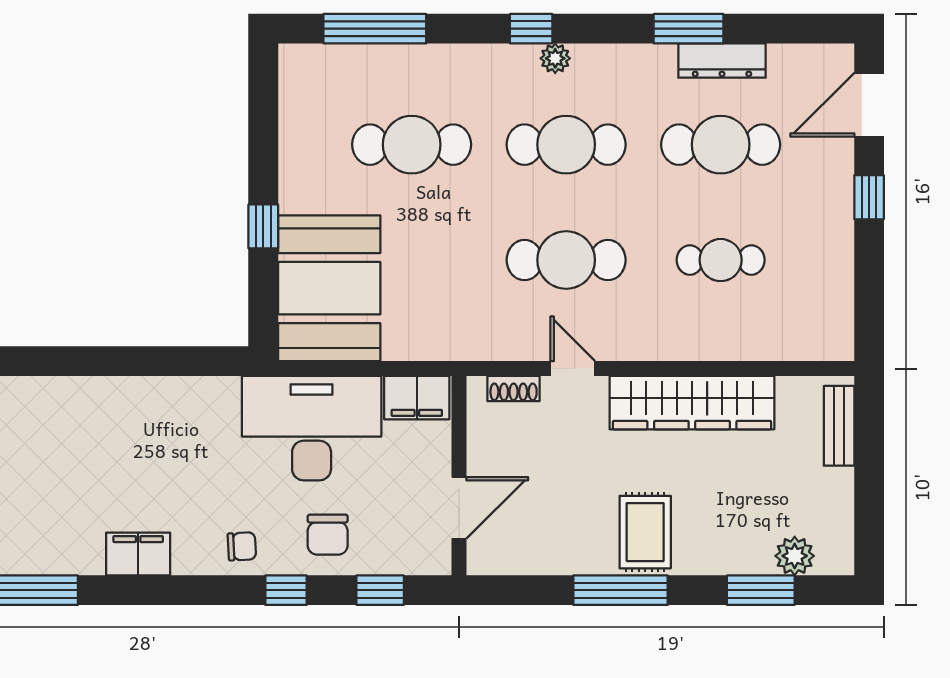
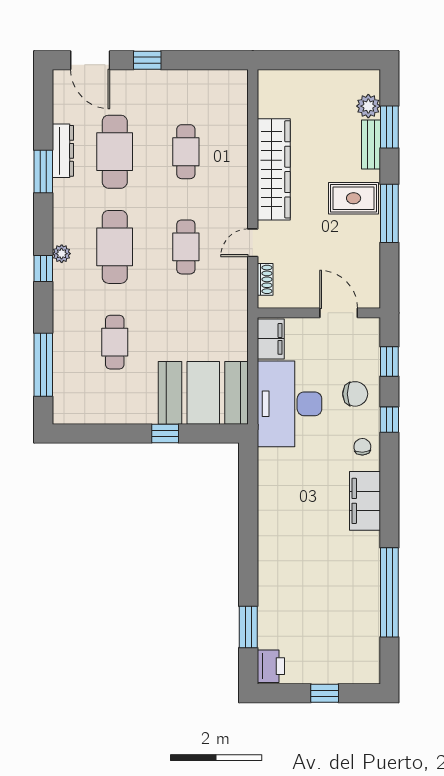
cafe table: (412, 145) -> (115, 342), width x0.73, depth x0.74
cafe table: (566, 260) -> (186, 247), width x0.73, depth x0.74
bench: (839, 426) -> (371, 144), moved, turned 90
filing cabinet: (138, 554) -> (365, 501), width x1.50, depth x1.17

